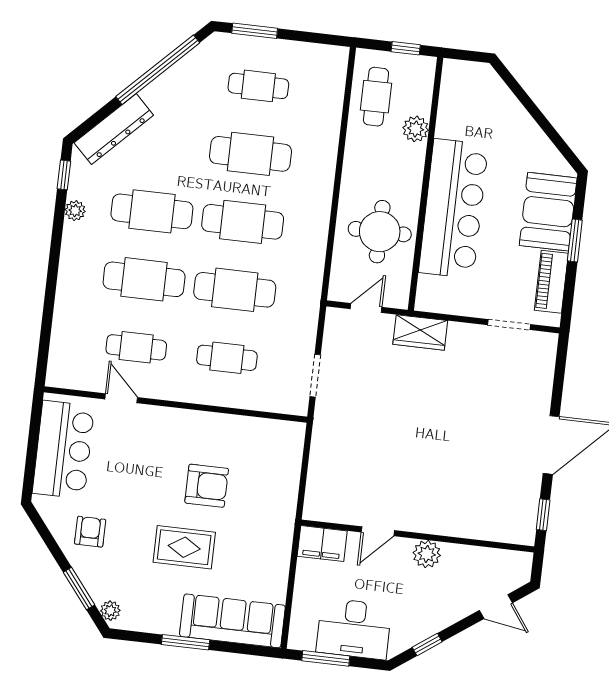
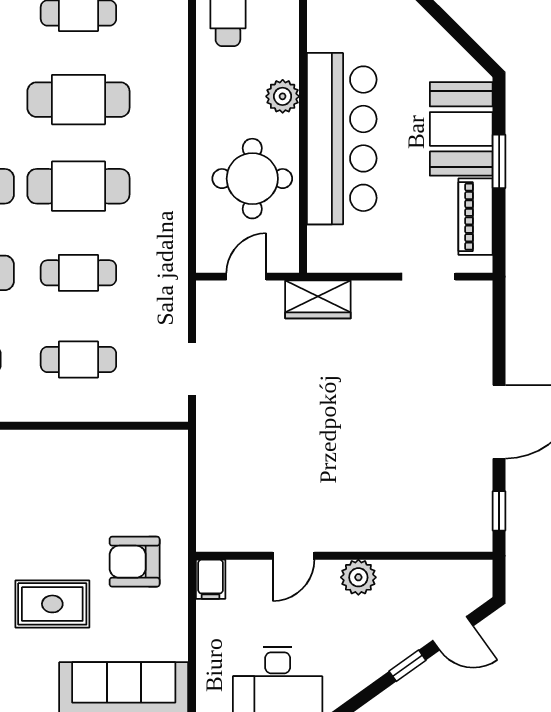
plant: (416, 129) -> (283, 96), moved
cafe table: (235, 290) -> (78, 273), width x0.73, depth x0.74
armchair: (207, 486) -> (135, 562), moved, turned 180
filing cabinet: (322, 544) -> (211, 579), width x0.50
window: (427, 645) -> (407, 666), moved

